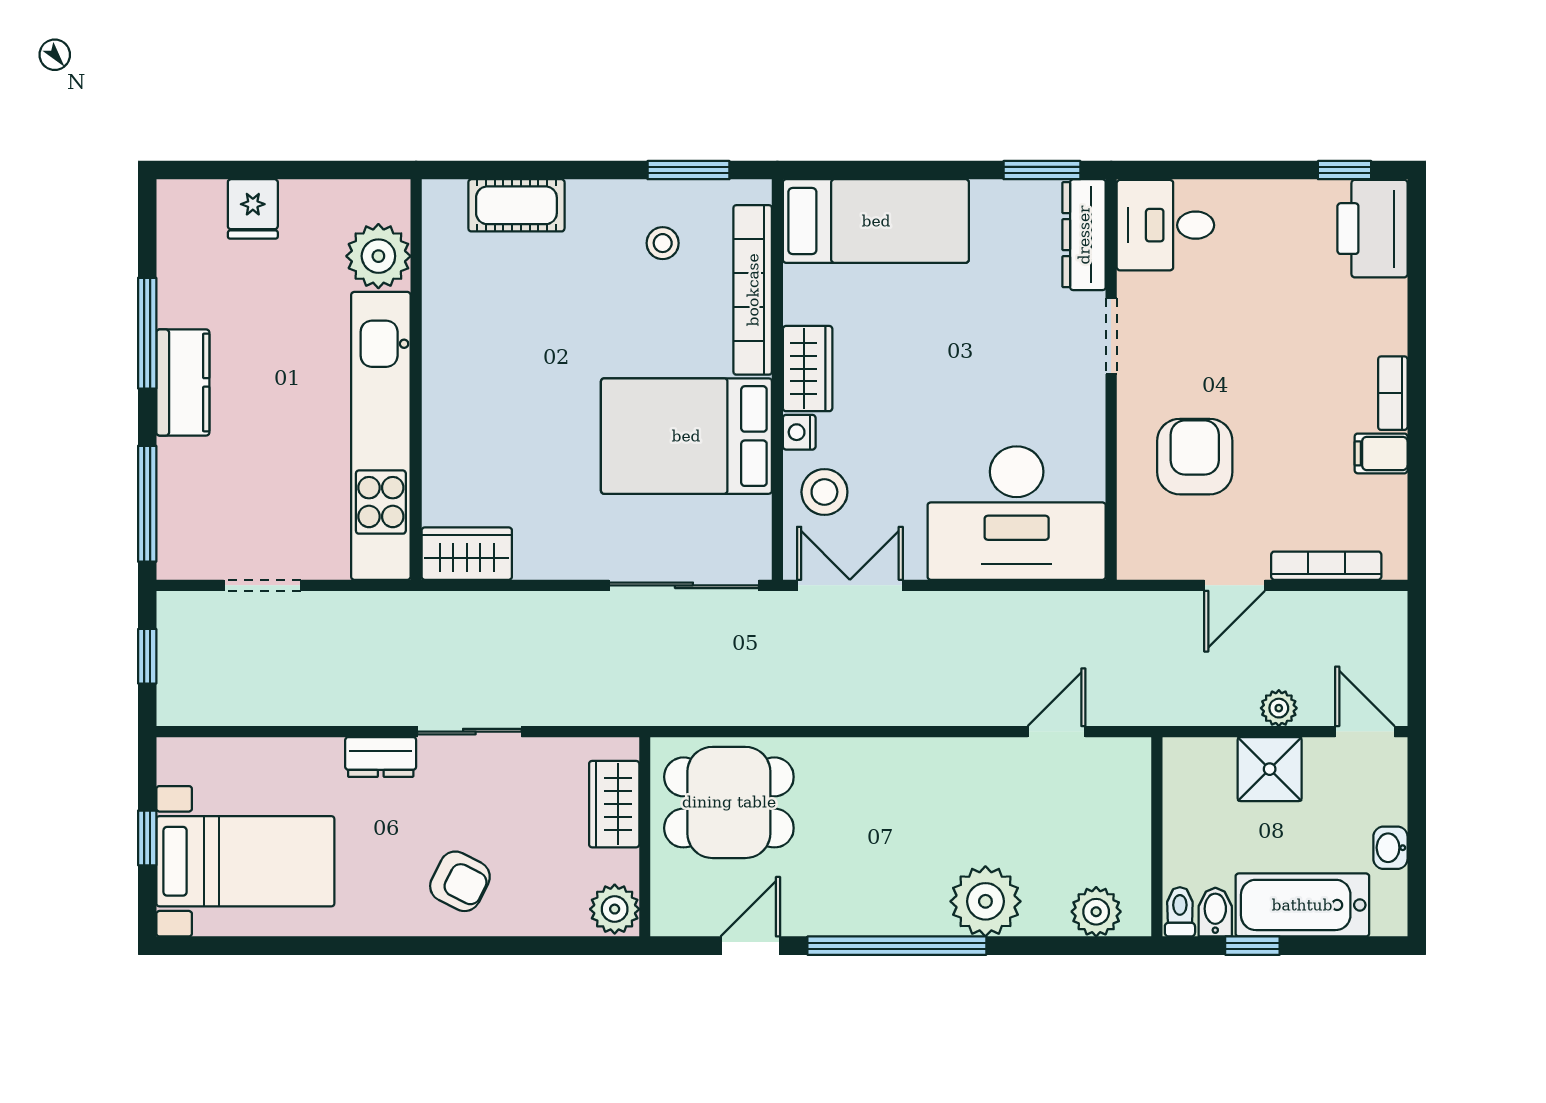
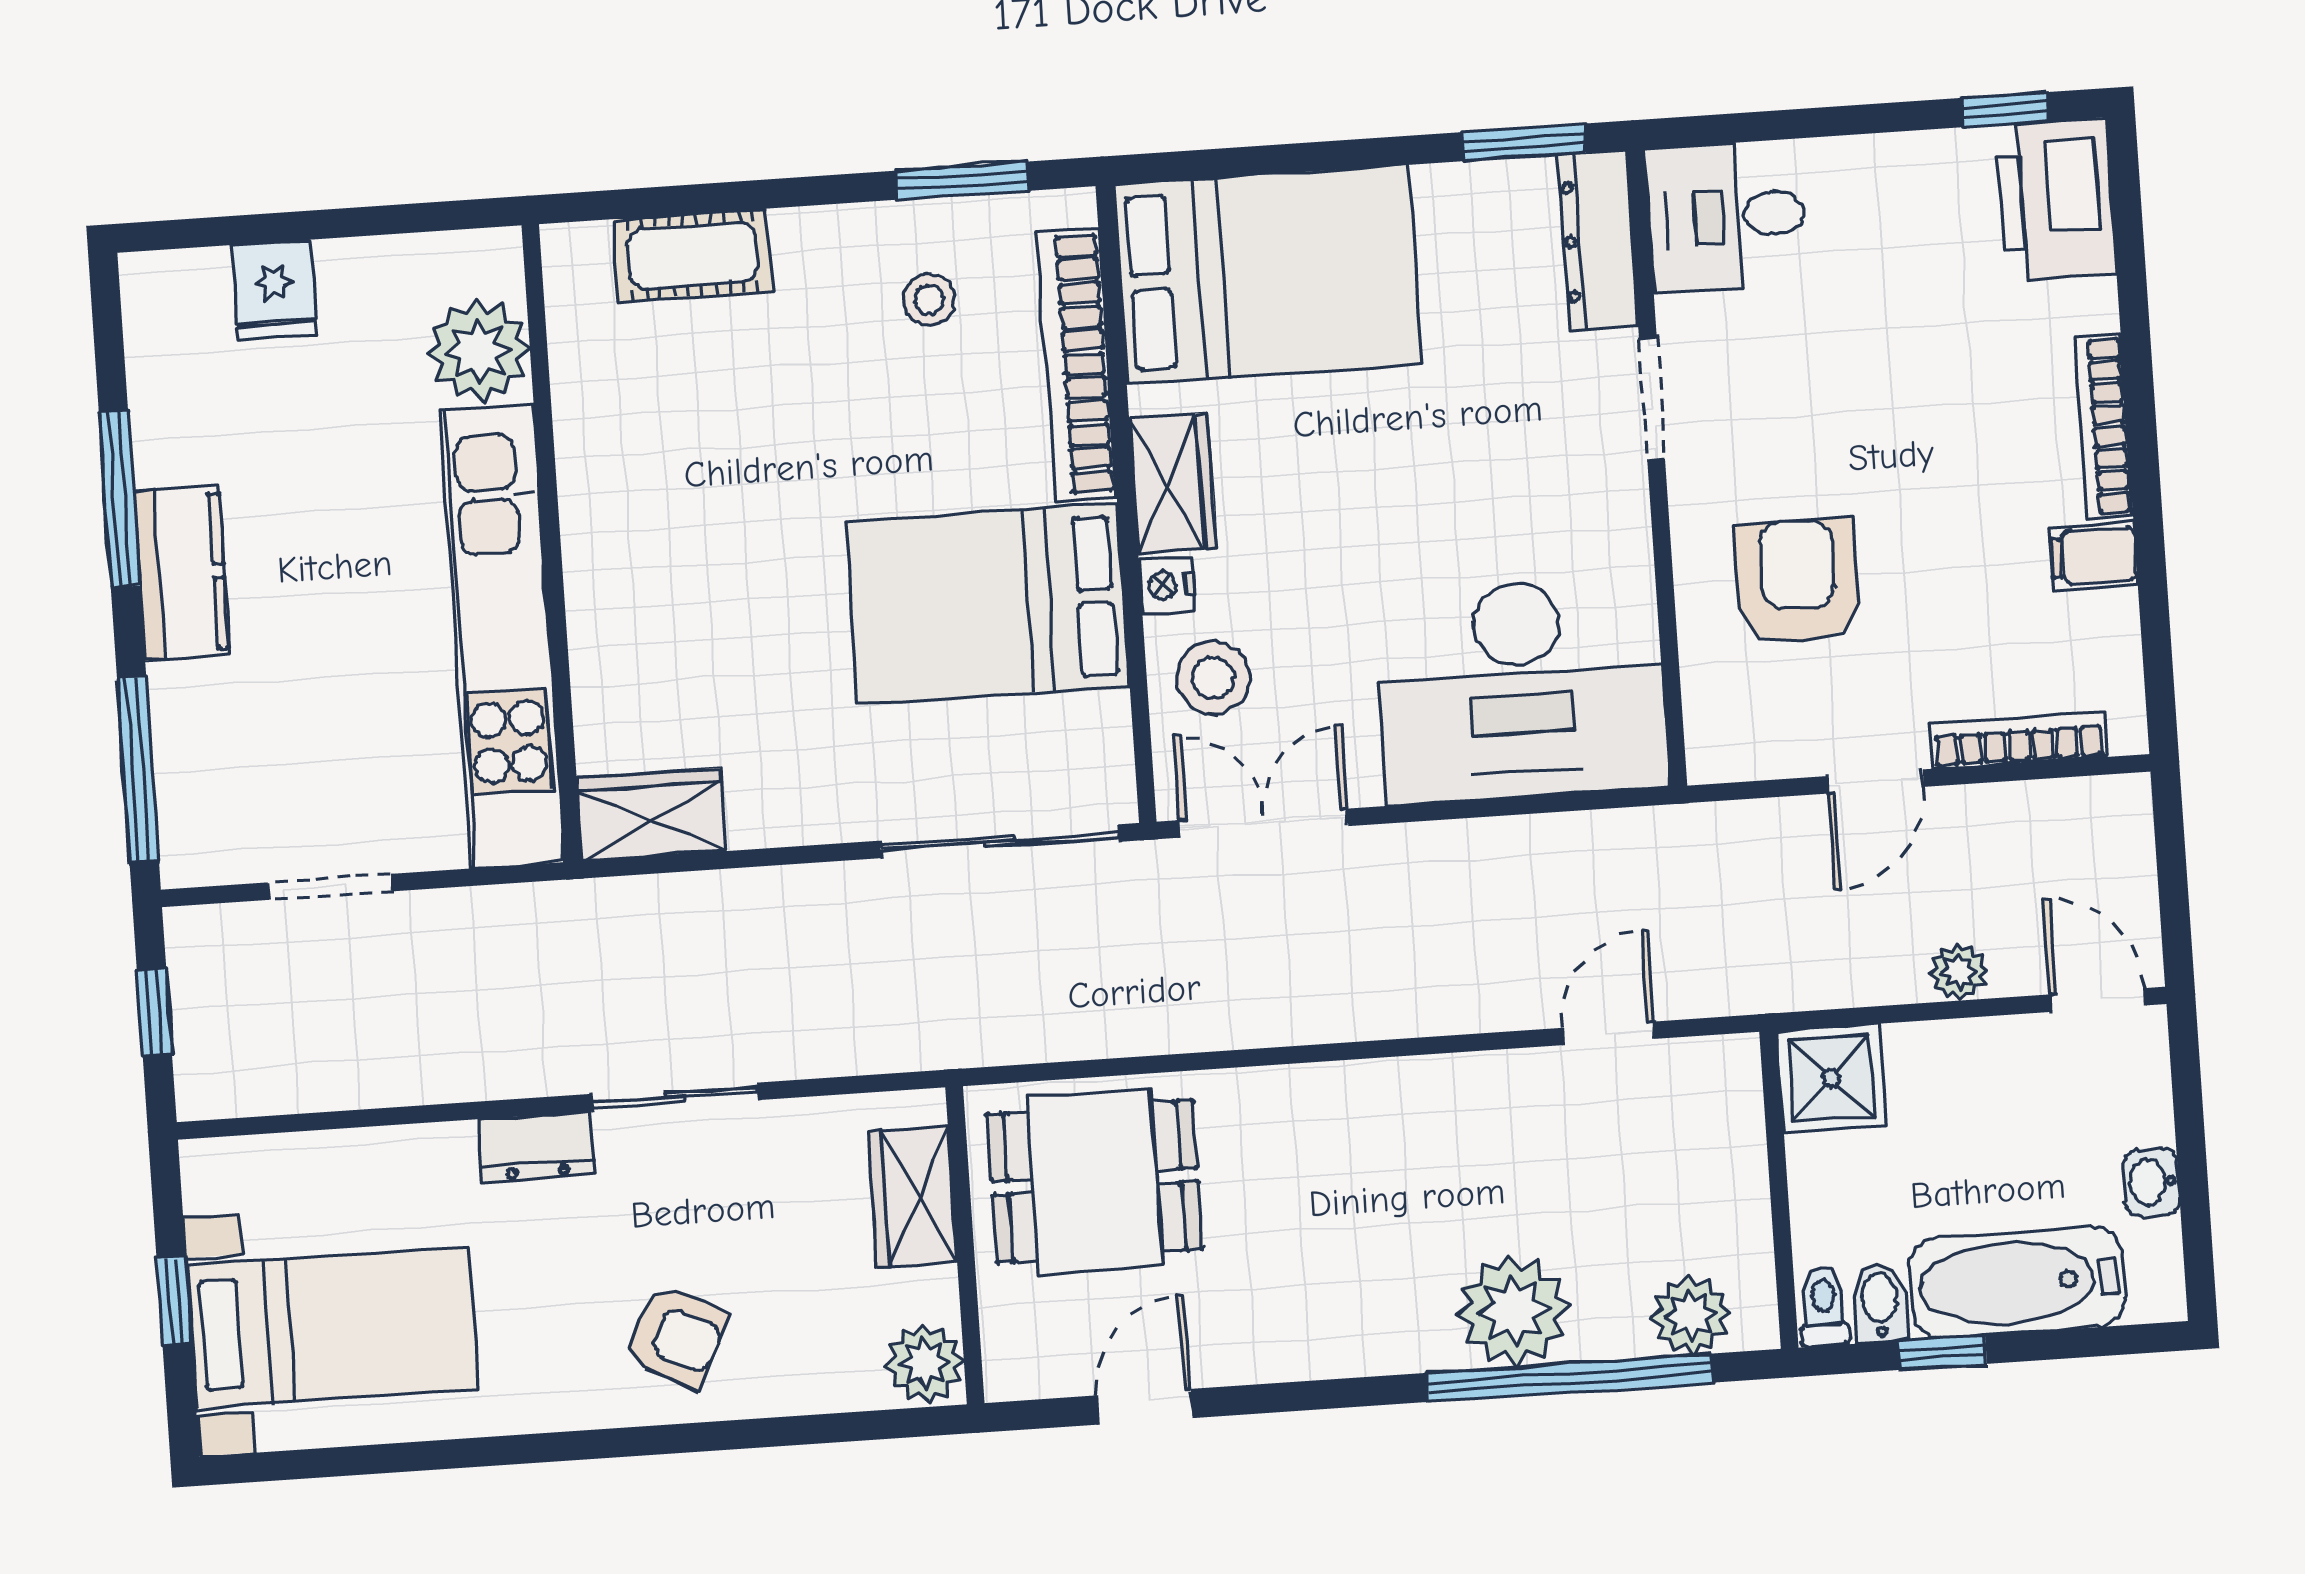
bed: (876, 221) -> (1268, 275), width x1.50
bookcase: (1393, 393) -> (2104, 426), width x1.56
shower: (1270, 769) -> (1831, 1078), moved
window: (897, 946) -> (1570, 1378), moved

